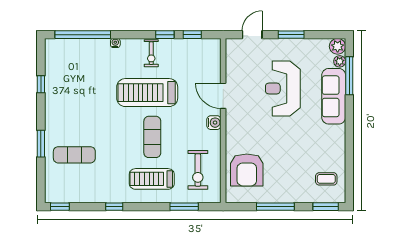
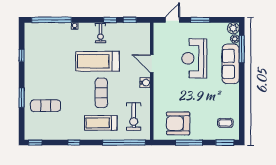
armchair: (247, 170) -> (178, 123), moved, turned 90
window: (184, 207) -> (124, 143), width x2.11

